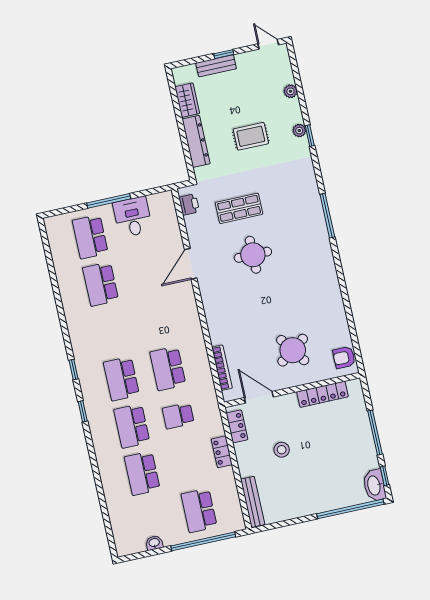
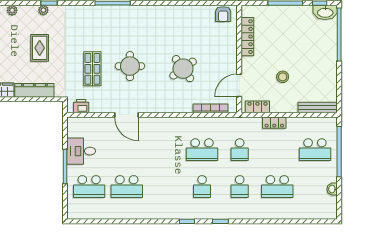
round table: (293, 350) -> (183, 69), moved
school desk: (121, 379) -> (202, 187), width x0.54
school desk: (132, 426) -> (240, 187), width x0.54

